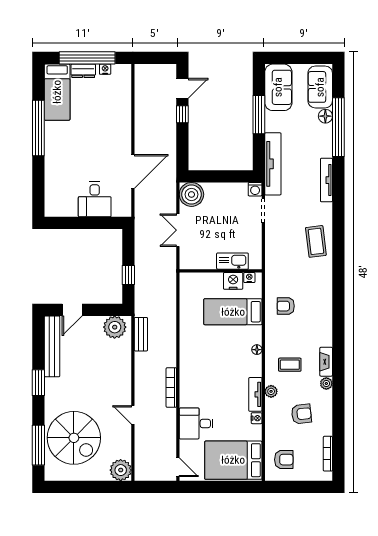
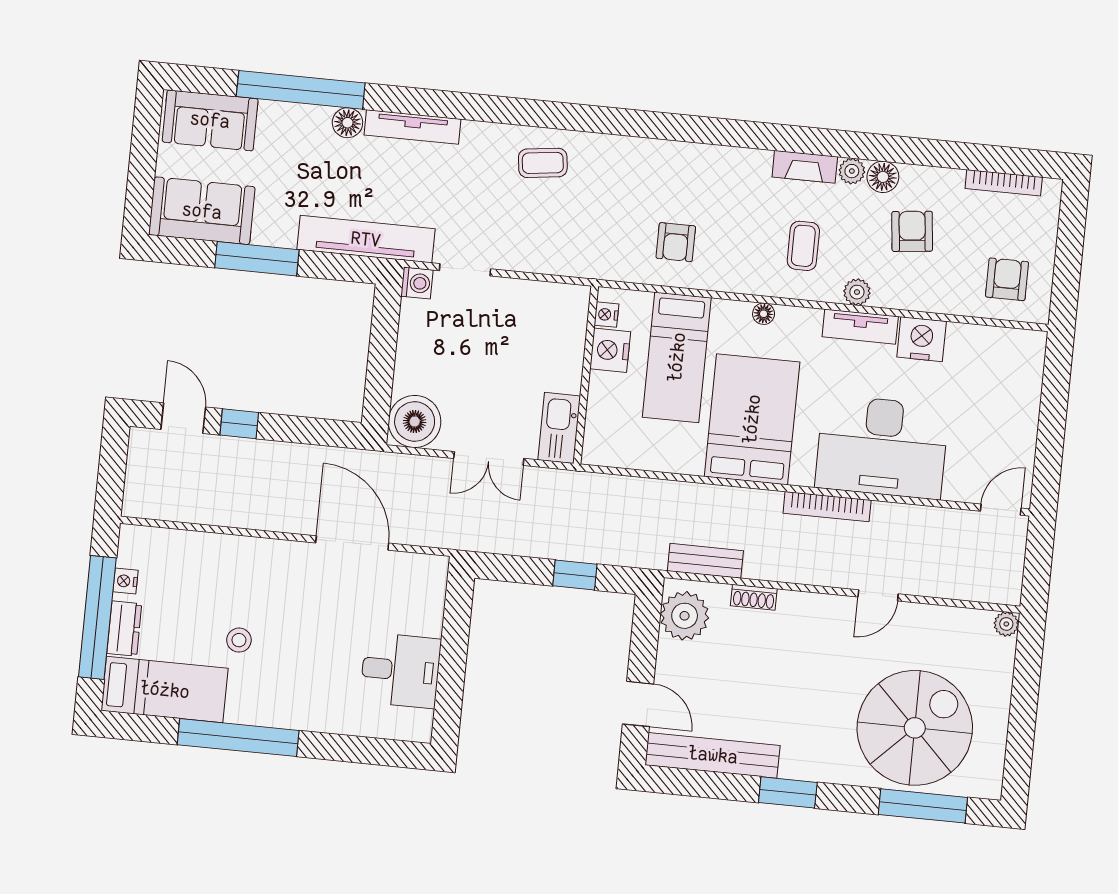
floor lamp: (325, 116) -> (347, 123), moved
stool: (83, 124) -> (239, 640), added
desk: (95, 199) -> (400, 670), moved
coffee table: (316, 241) -> (543, 163), width x0.73, depth x0.77
kitchen sink: (232, 261) -> (559, 428), moved
shoe rack: (126, 358) -> (754, 597), added
floor lamp: (325, 398) -> (883, 177), added
nightstand: (257, 418) -> (922, 339), width x1.89, depth x1.79
desk: (196, 423) -> (882, 447), width x1.87, depth x1.30
bed: (233, 460) -> (752, 419), moved, turned 180
plant: (121, 470) -> (1006, 624), width x0.53, depth x0.53

